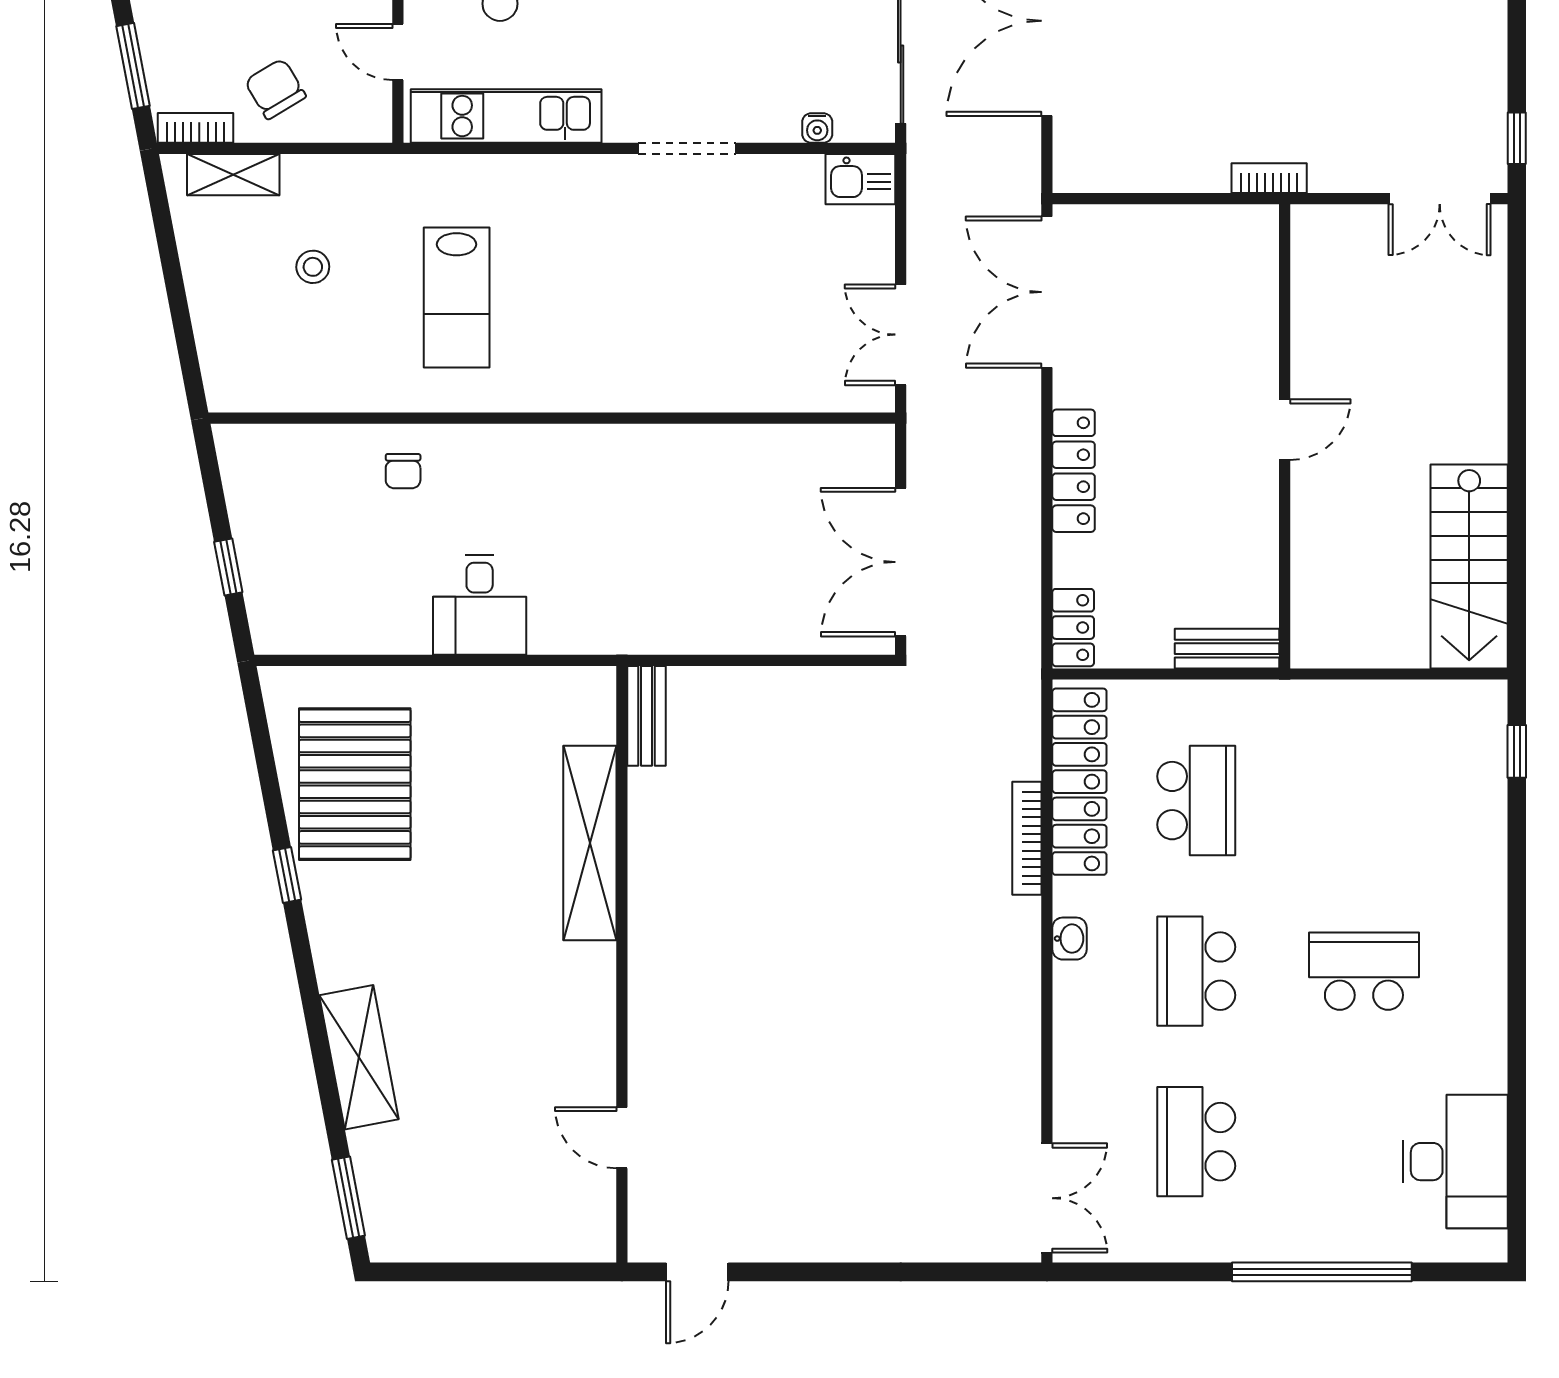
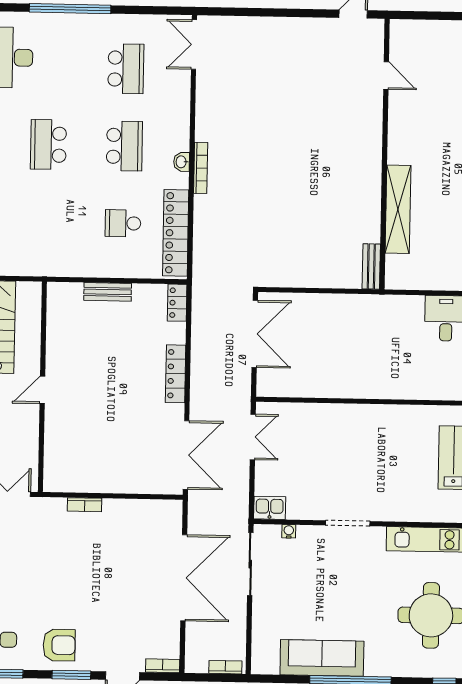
door: (1285, 430) -> (42, 390), moved
wall: (1285, 436) -> (42, 387), moved
school desk: (1196, 801) -> (123, 223), width x0.54
bookcase: (1027, 838) -> (201, 168), moved
school desk: (1364, 971) -> (48, 145), turned 90

